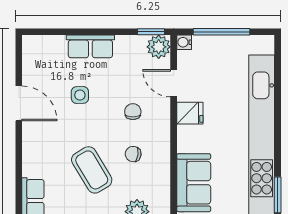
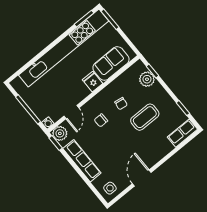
row of seats: (90, 46) -> (82, 161), width x1.48
side table: (80, 95) -> (110, 188), moved
fridge: (190, 113) -> (93, 82), moved
coffee table: (92, 170) -> (145, 117), turned 31

